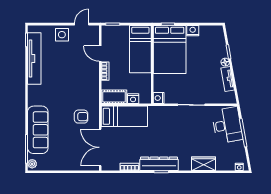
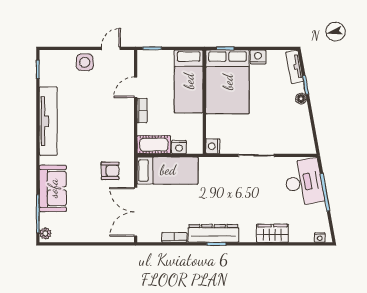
door: (100, 54) -> (136, 87), hinge flipped
tv unit: (34, 59) -> (48, 121), moved
tv unit: (228, 79) -> (295, 67), moved
sofa: (38, 130) -> (53, 188), width x0.73

